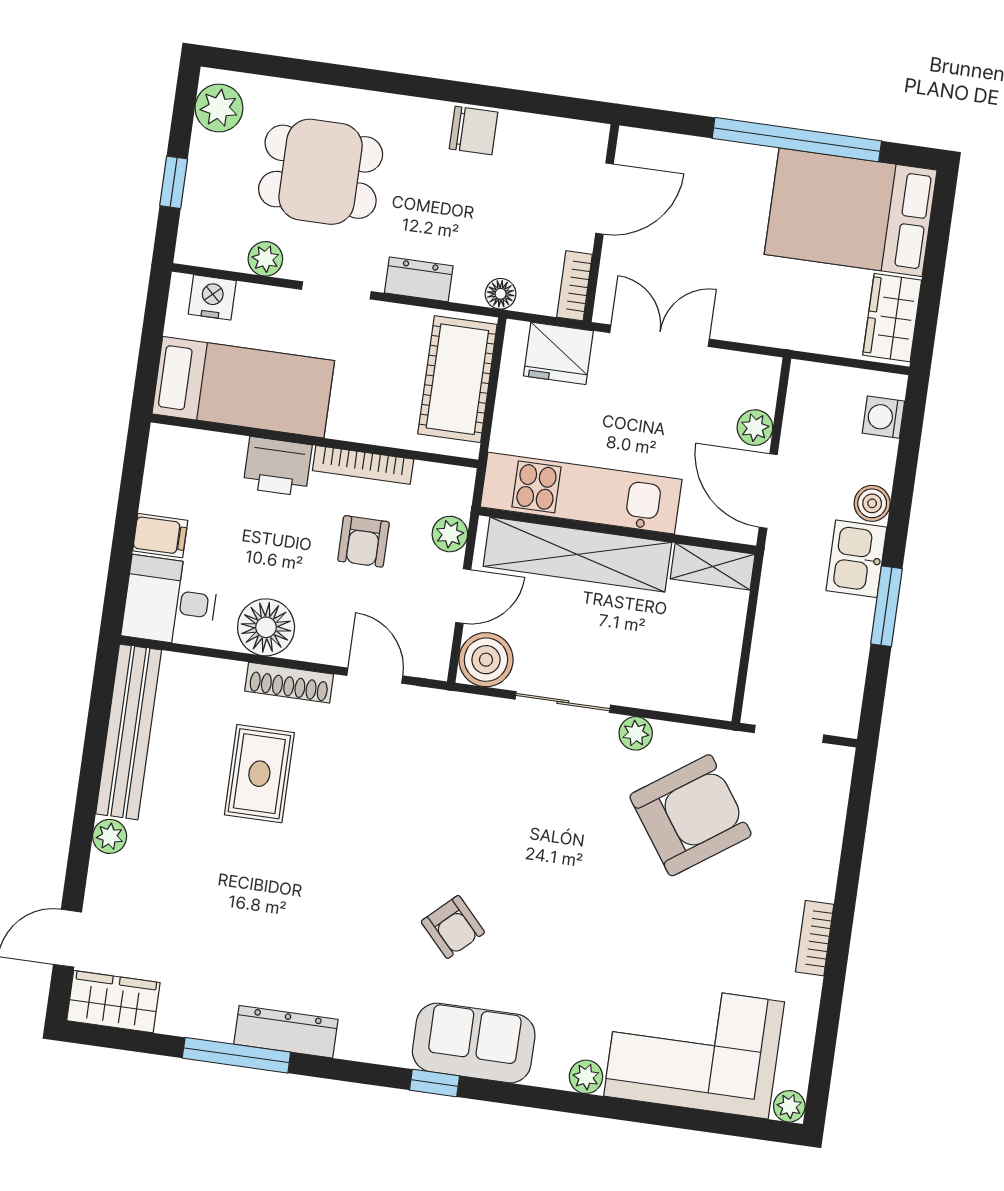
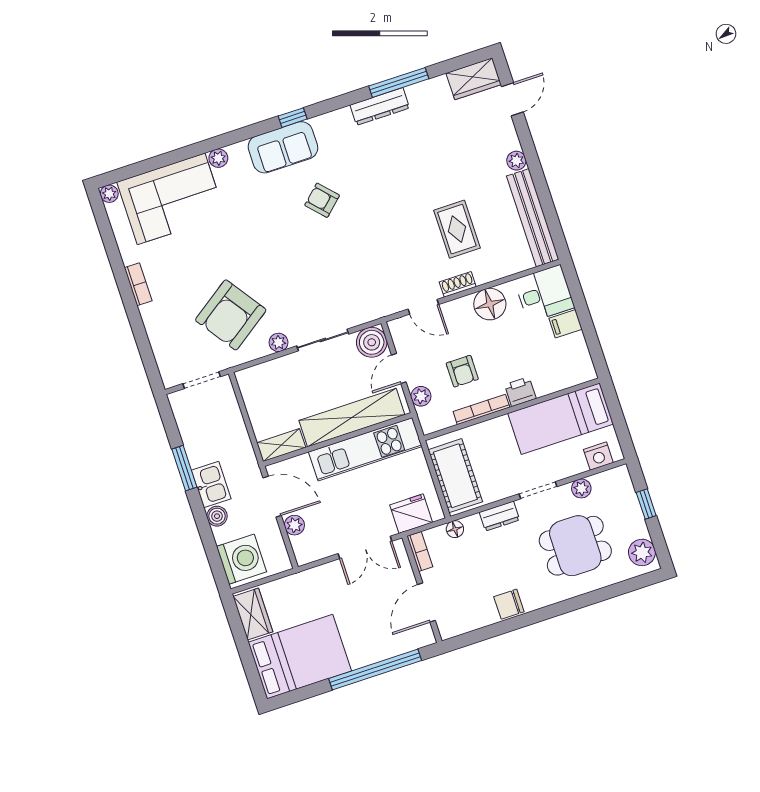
window: (797, 140) -> (375, 670), moved
washing machine: (883, 417) -> (242, 559), width x1.89, depth x1.89
printer: (278, 466) -> (520, 392), width x0.73, depth x0.81
armchair: (363, 541) -> (462, 371), turned 180
shoe rack: (289, 683) -> (458, 284), width x0.70

